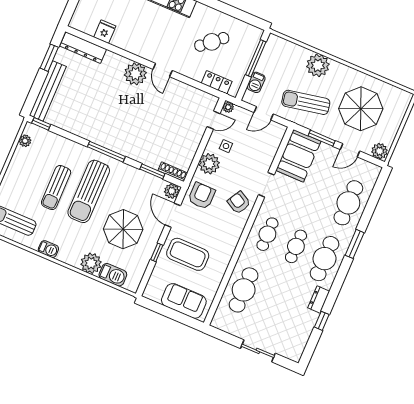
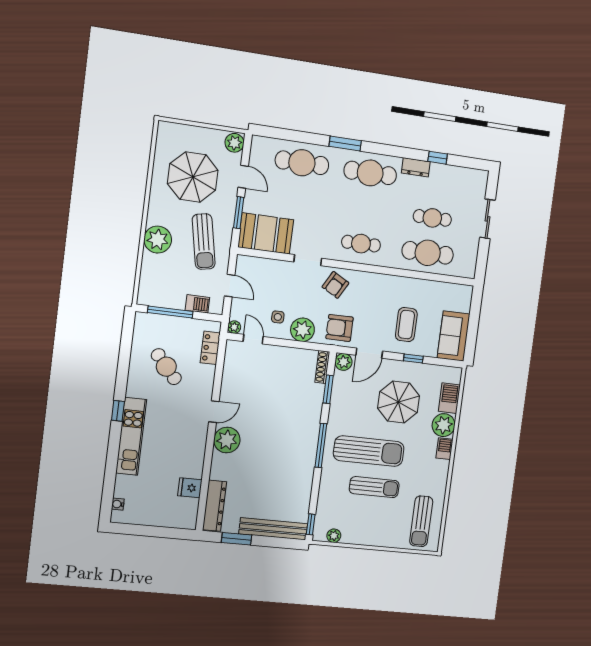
cafe table: (296, 246) -> (432, 218), moved
barbecue: (48, 249) -> (444, 449), moved
coffee table: (188, 254) -> (406, 325), width x0.73, depth x0.76
sofa: (184, 301) -> (453, 336), moved

